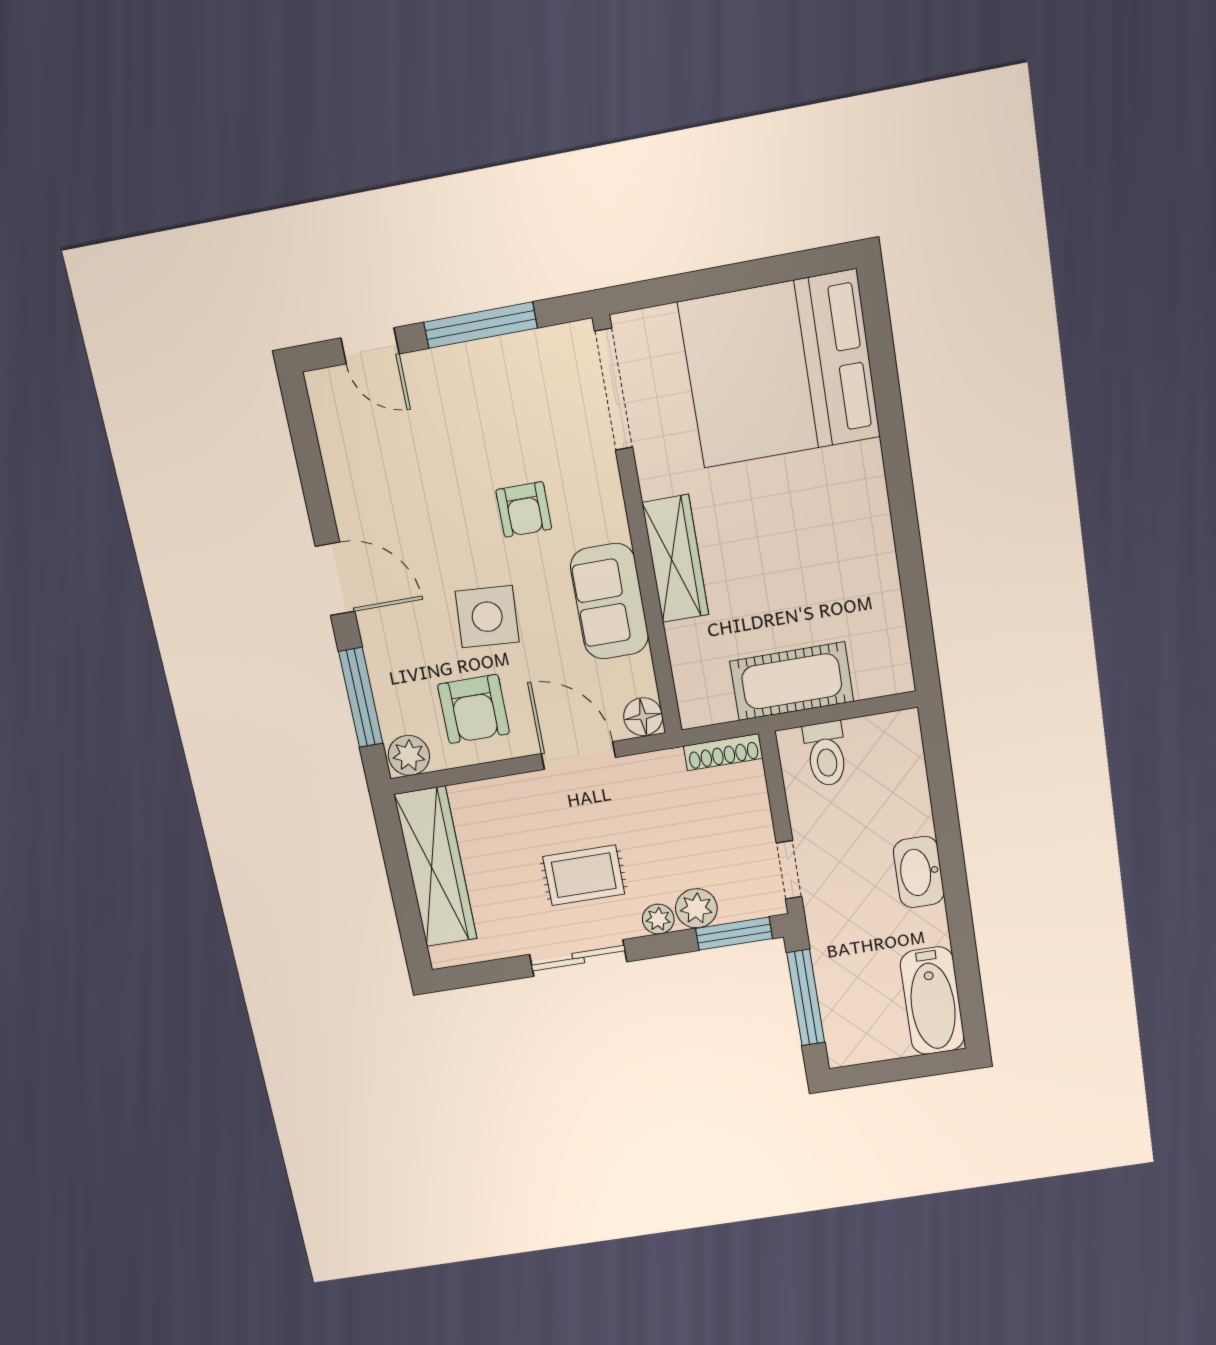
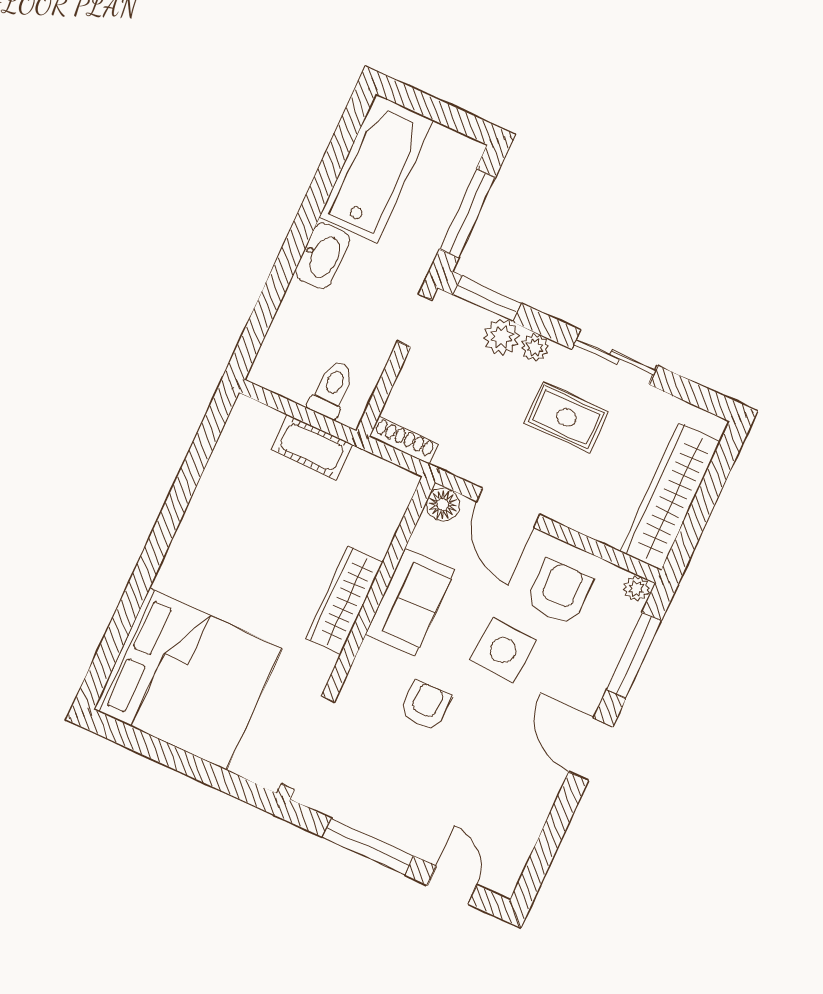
cot: (792, 681) -> (312, 447), width x0.73, depth x0.75
plant: (409, 755) -> (636, 588), width x0.73, depth x0.73
bathtub: (932, 1001) -> (376, 168), width x1.36, depth x1.36

